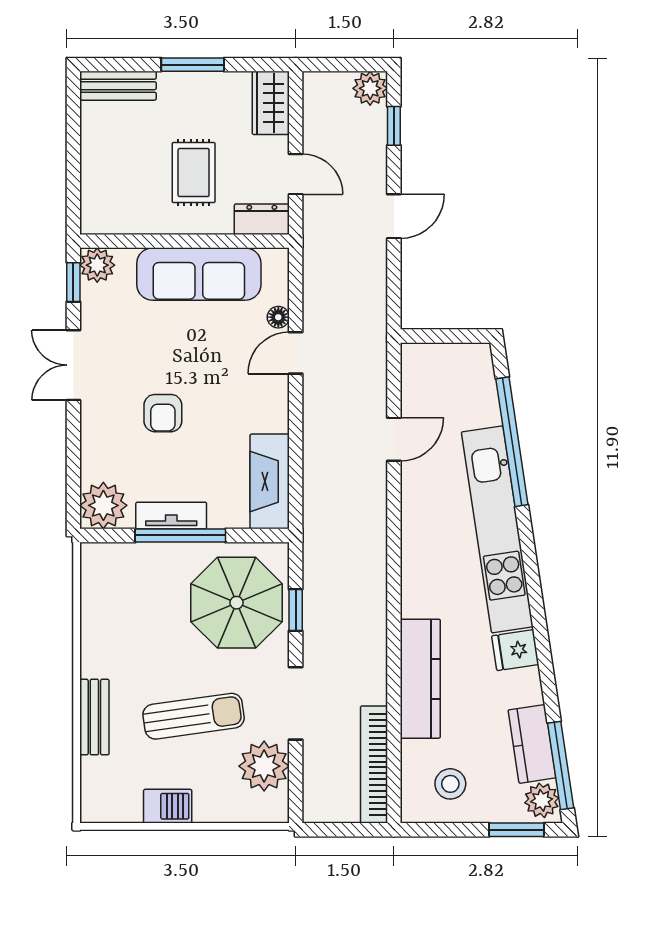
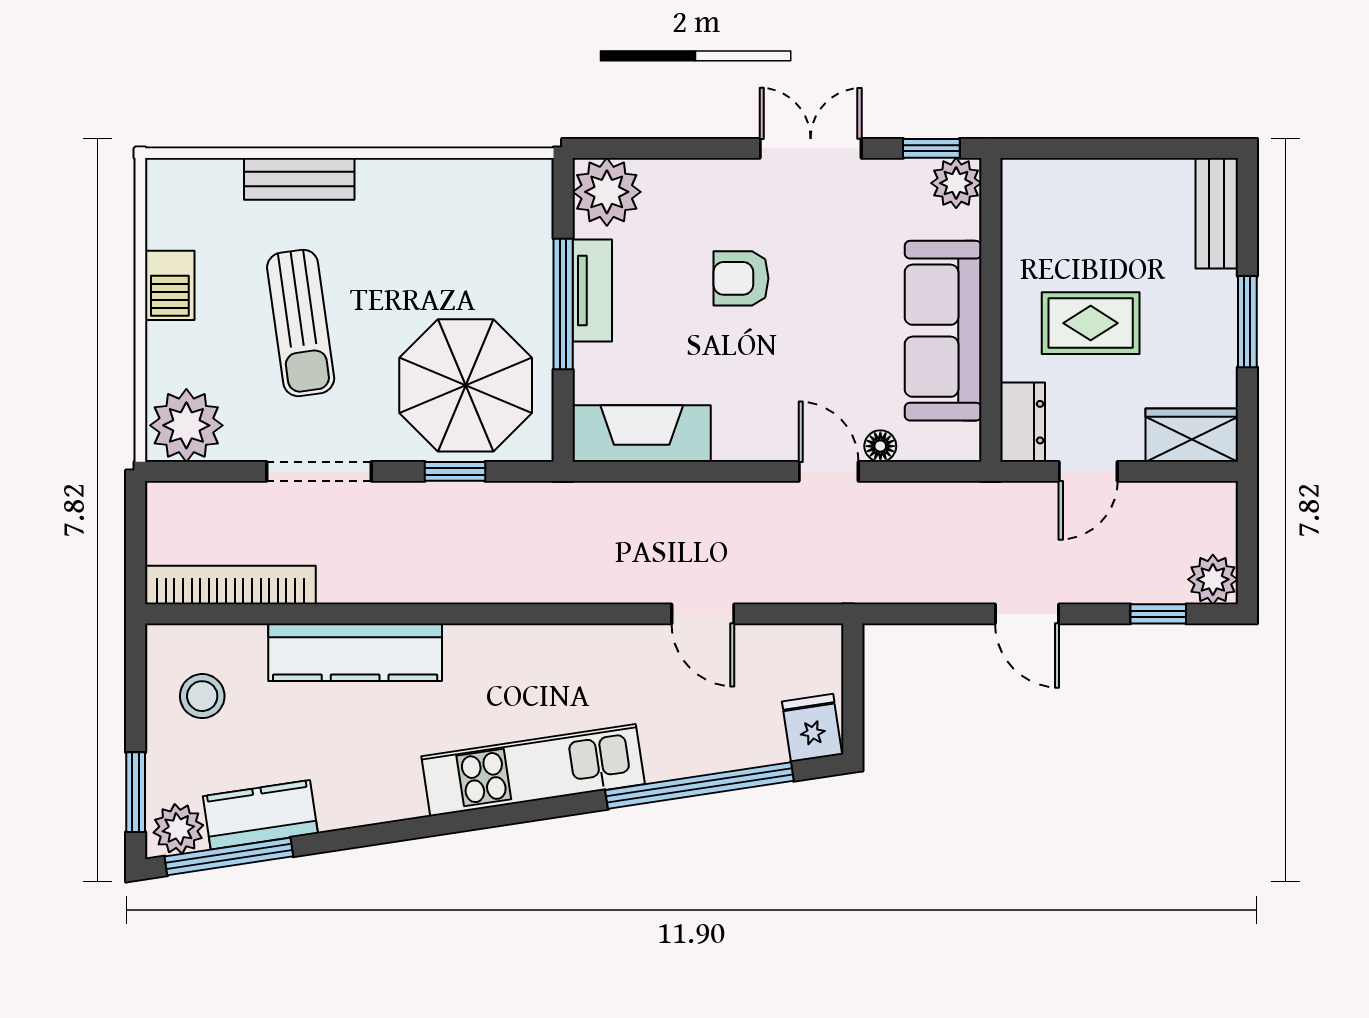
kitchen unit: (497, 529) -> (533, 770), width x0.73
fridge: (515, 650) -> (812, 728), moved
plant: (264, 766) -> (186, 425), moved

